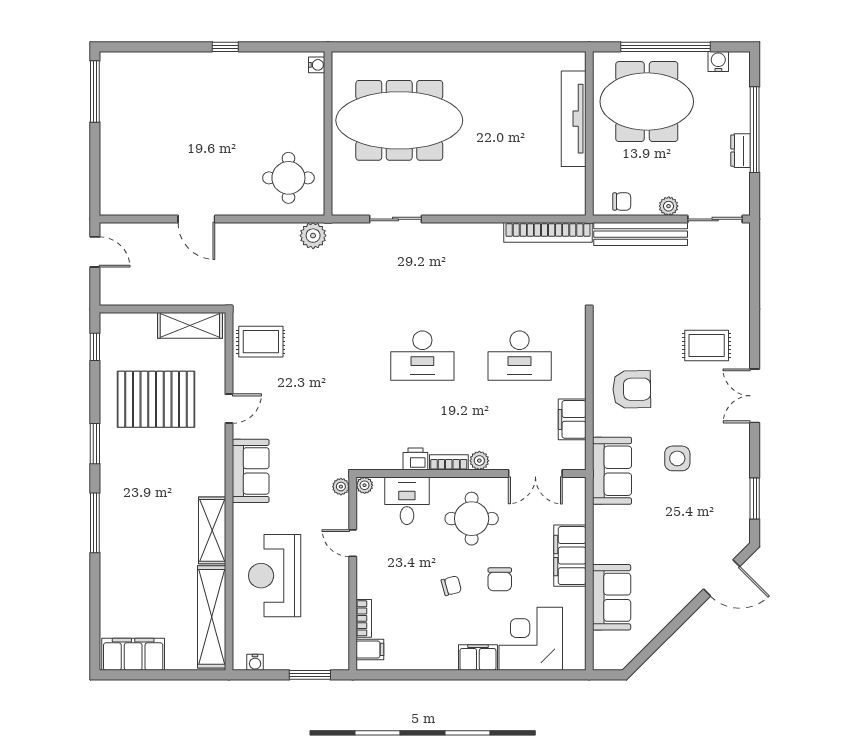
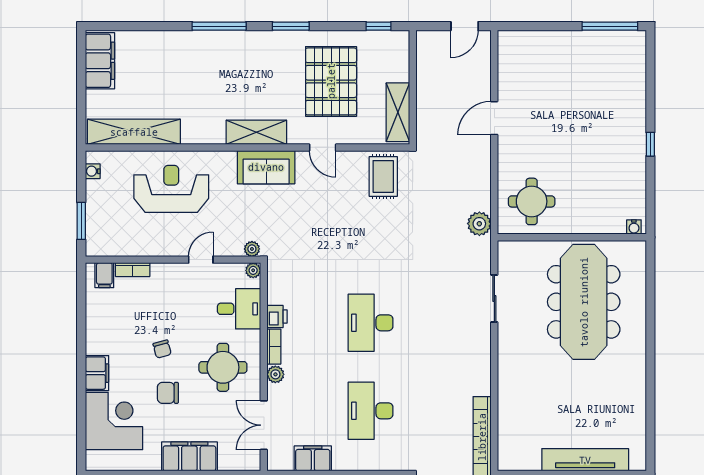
shelving: (212, 530) -> (256, 132), moved

